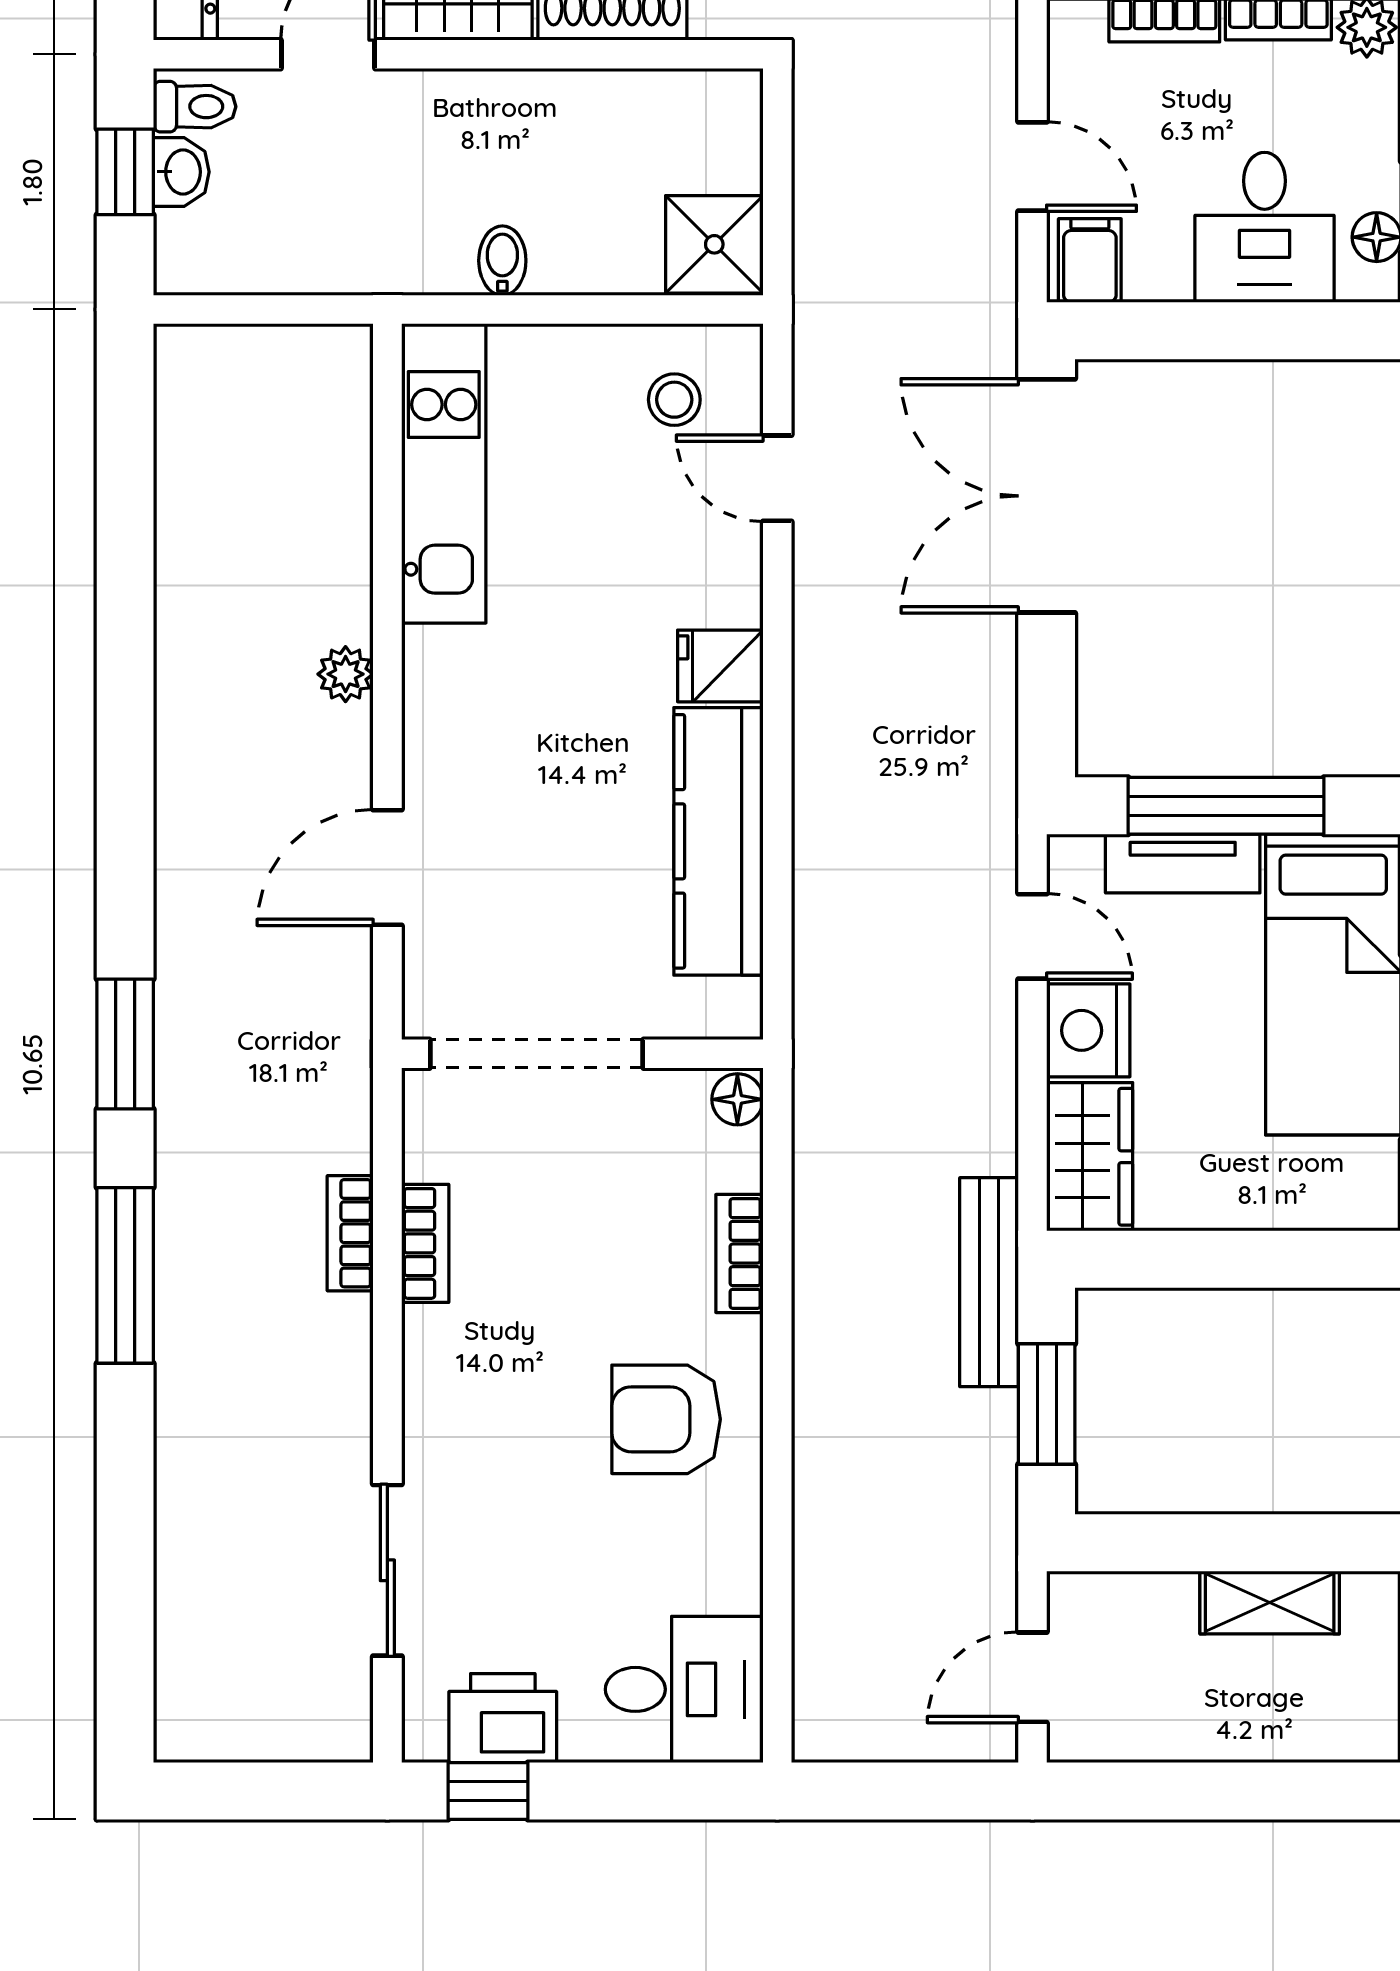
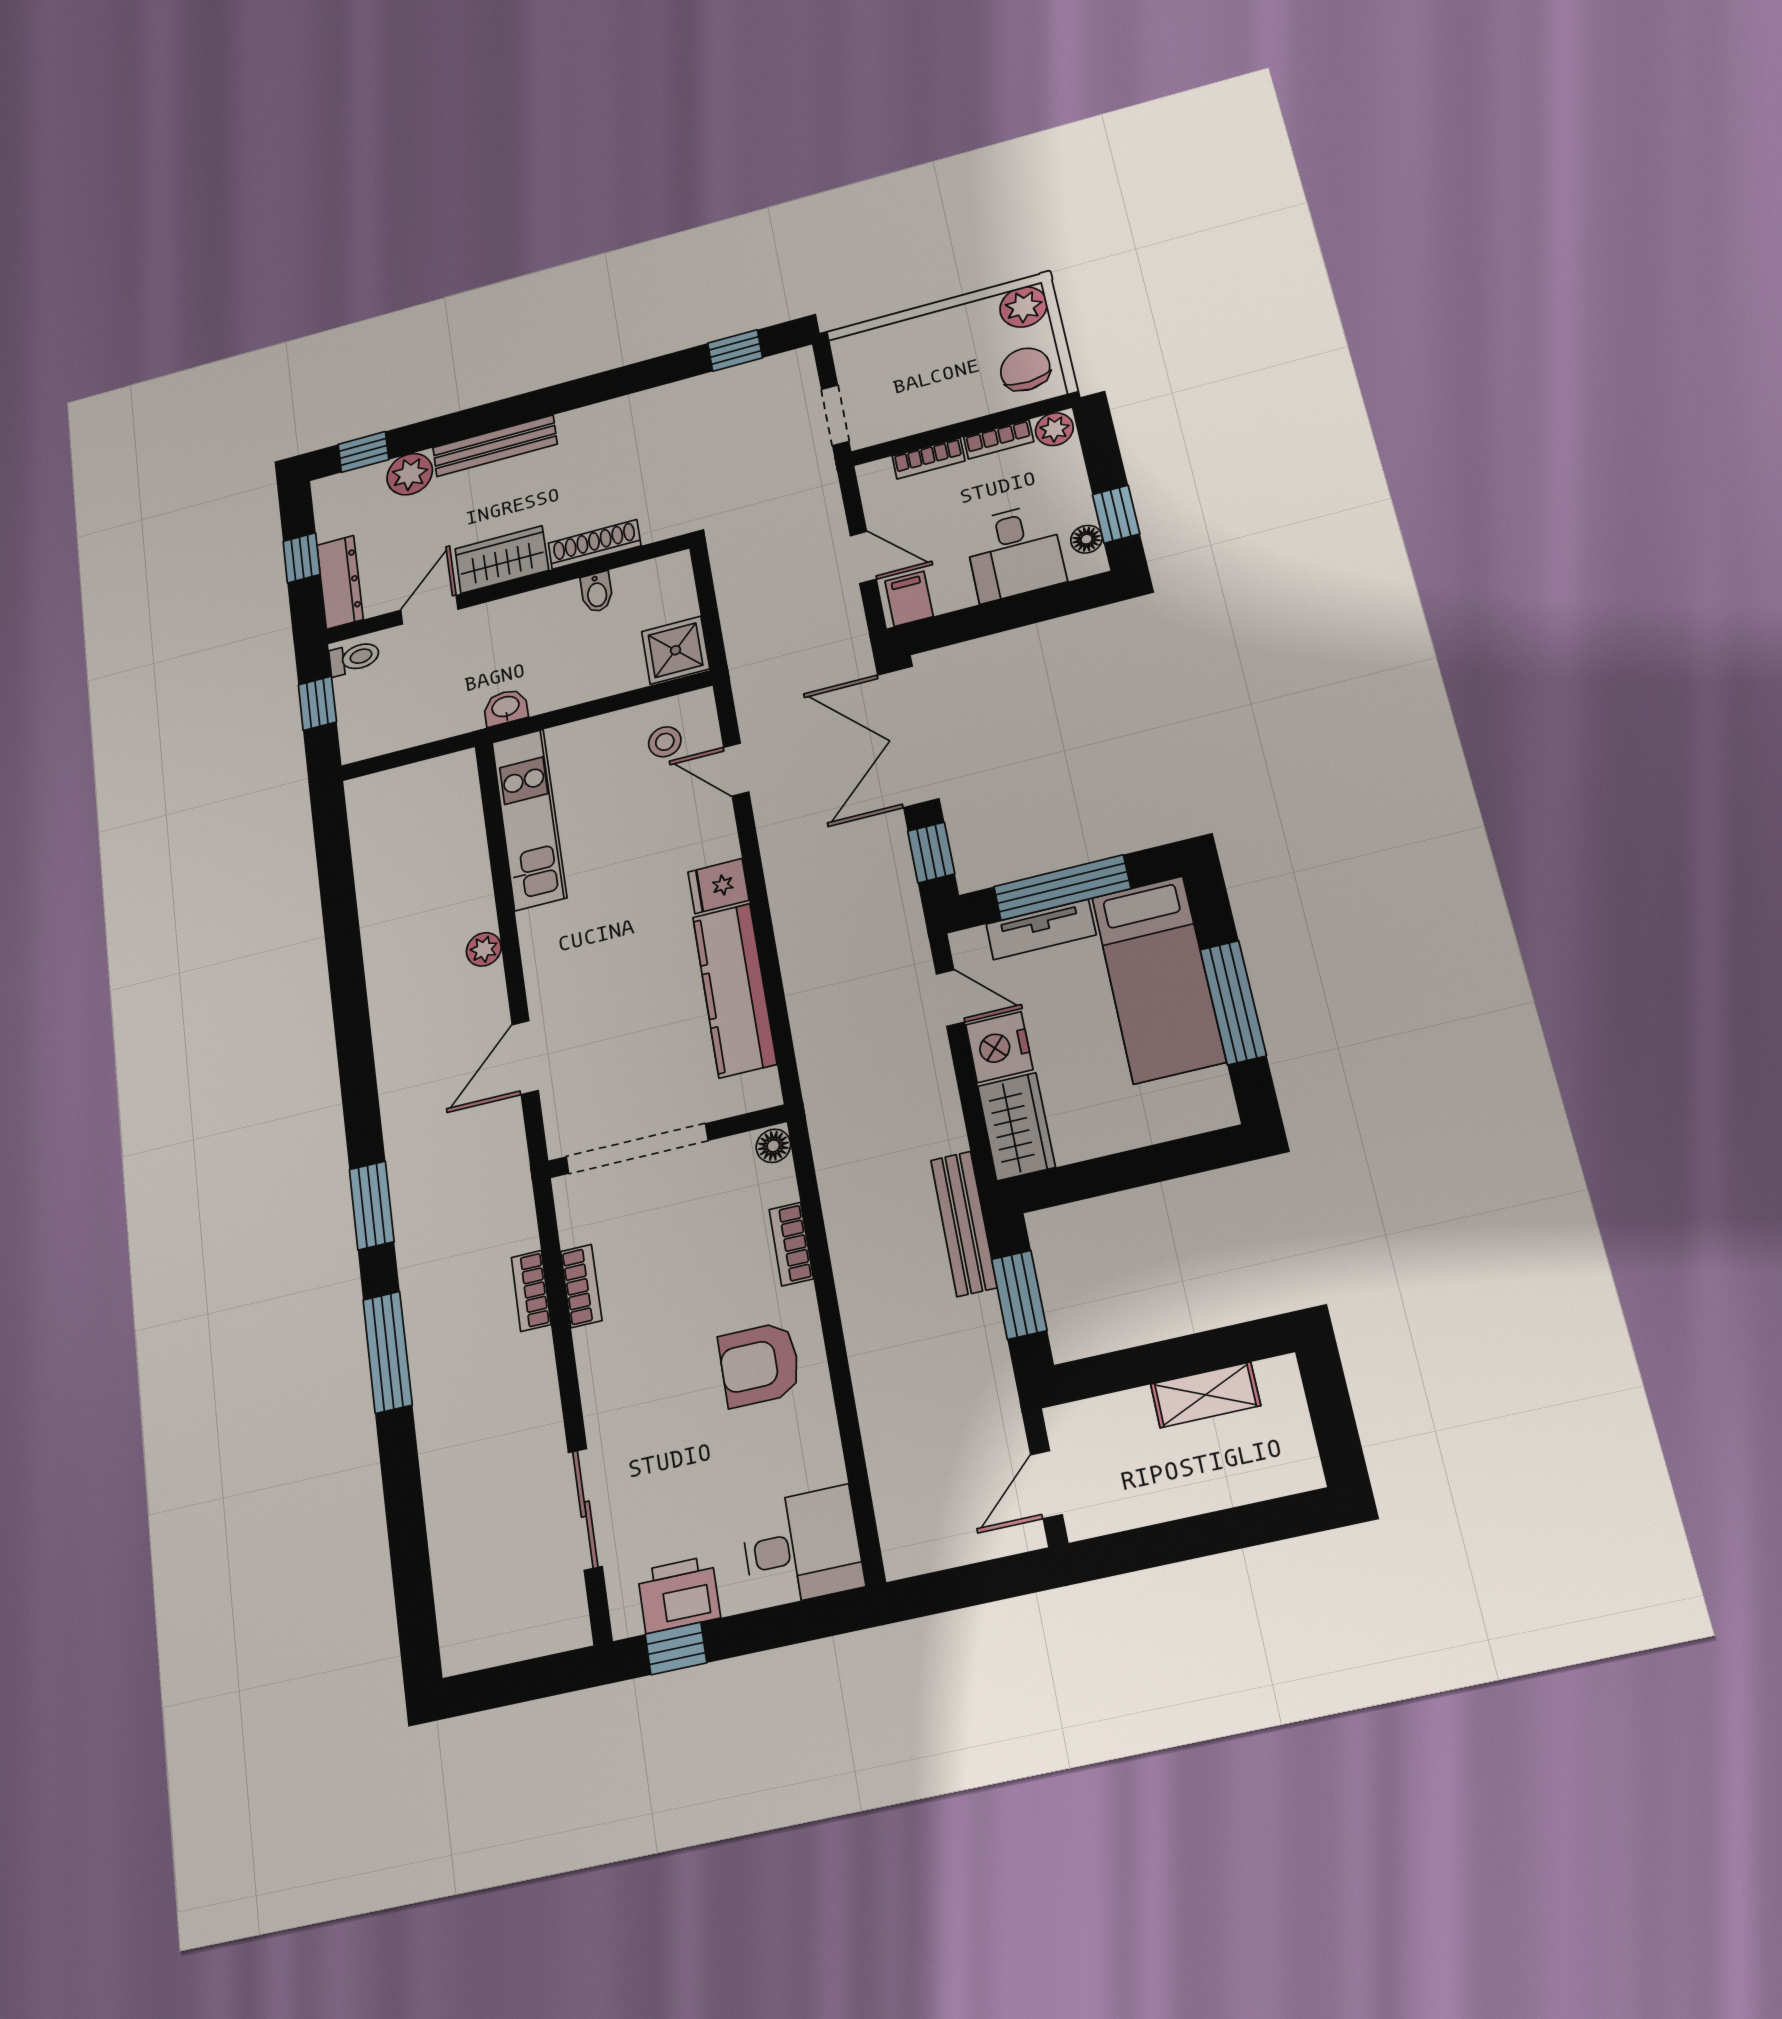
washbasin: (181, 172) -> (506, 707), moved, turned -90
bidet: (502, 261) -> (597, 592), moved, turned 180
window: (1047, 697) -> (931, 852), added

